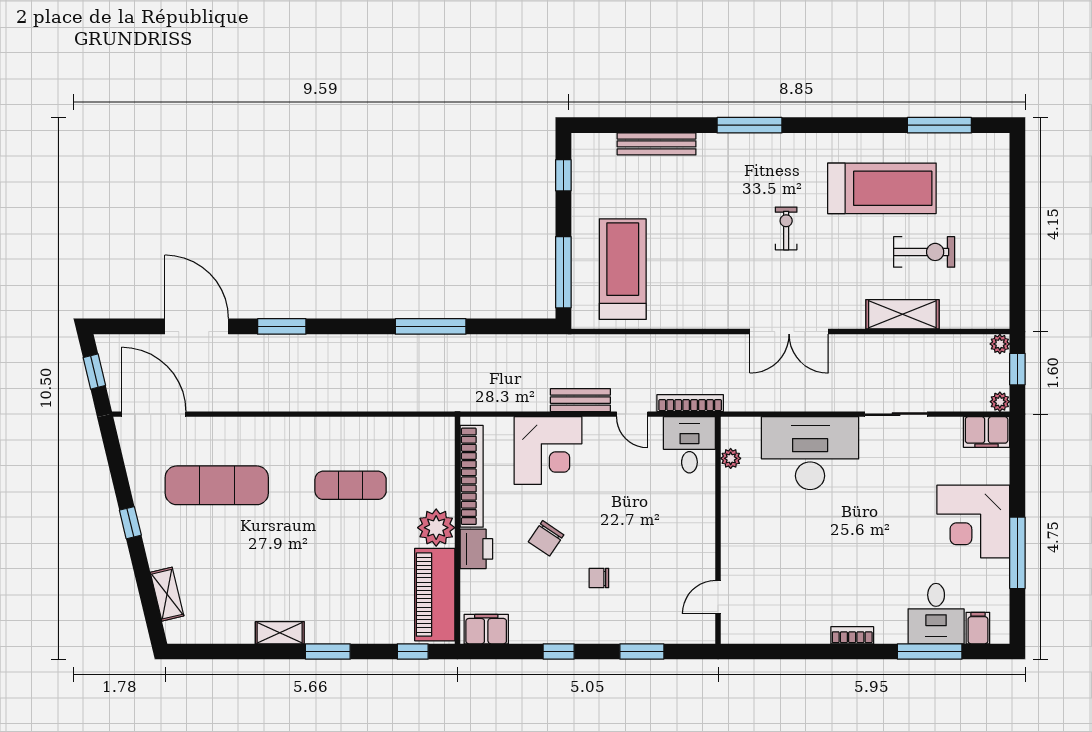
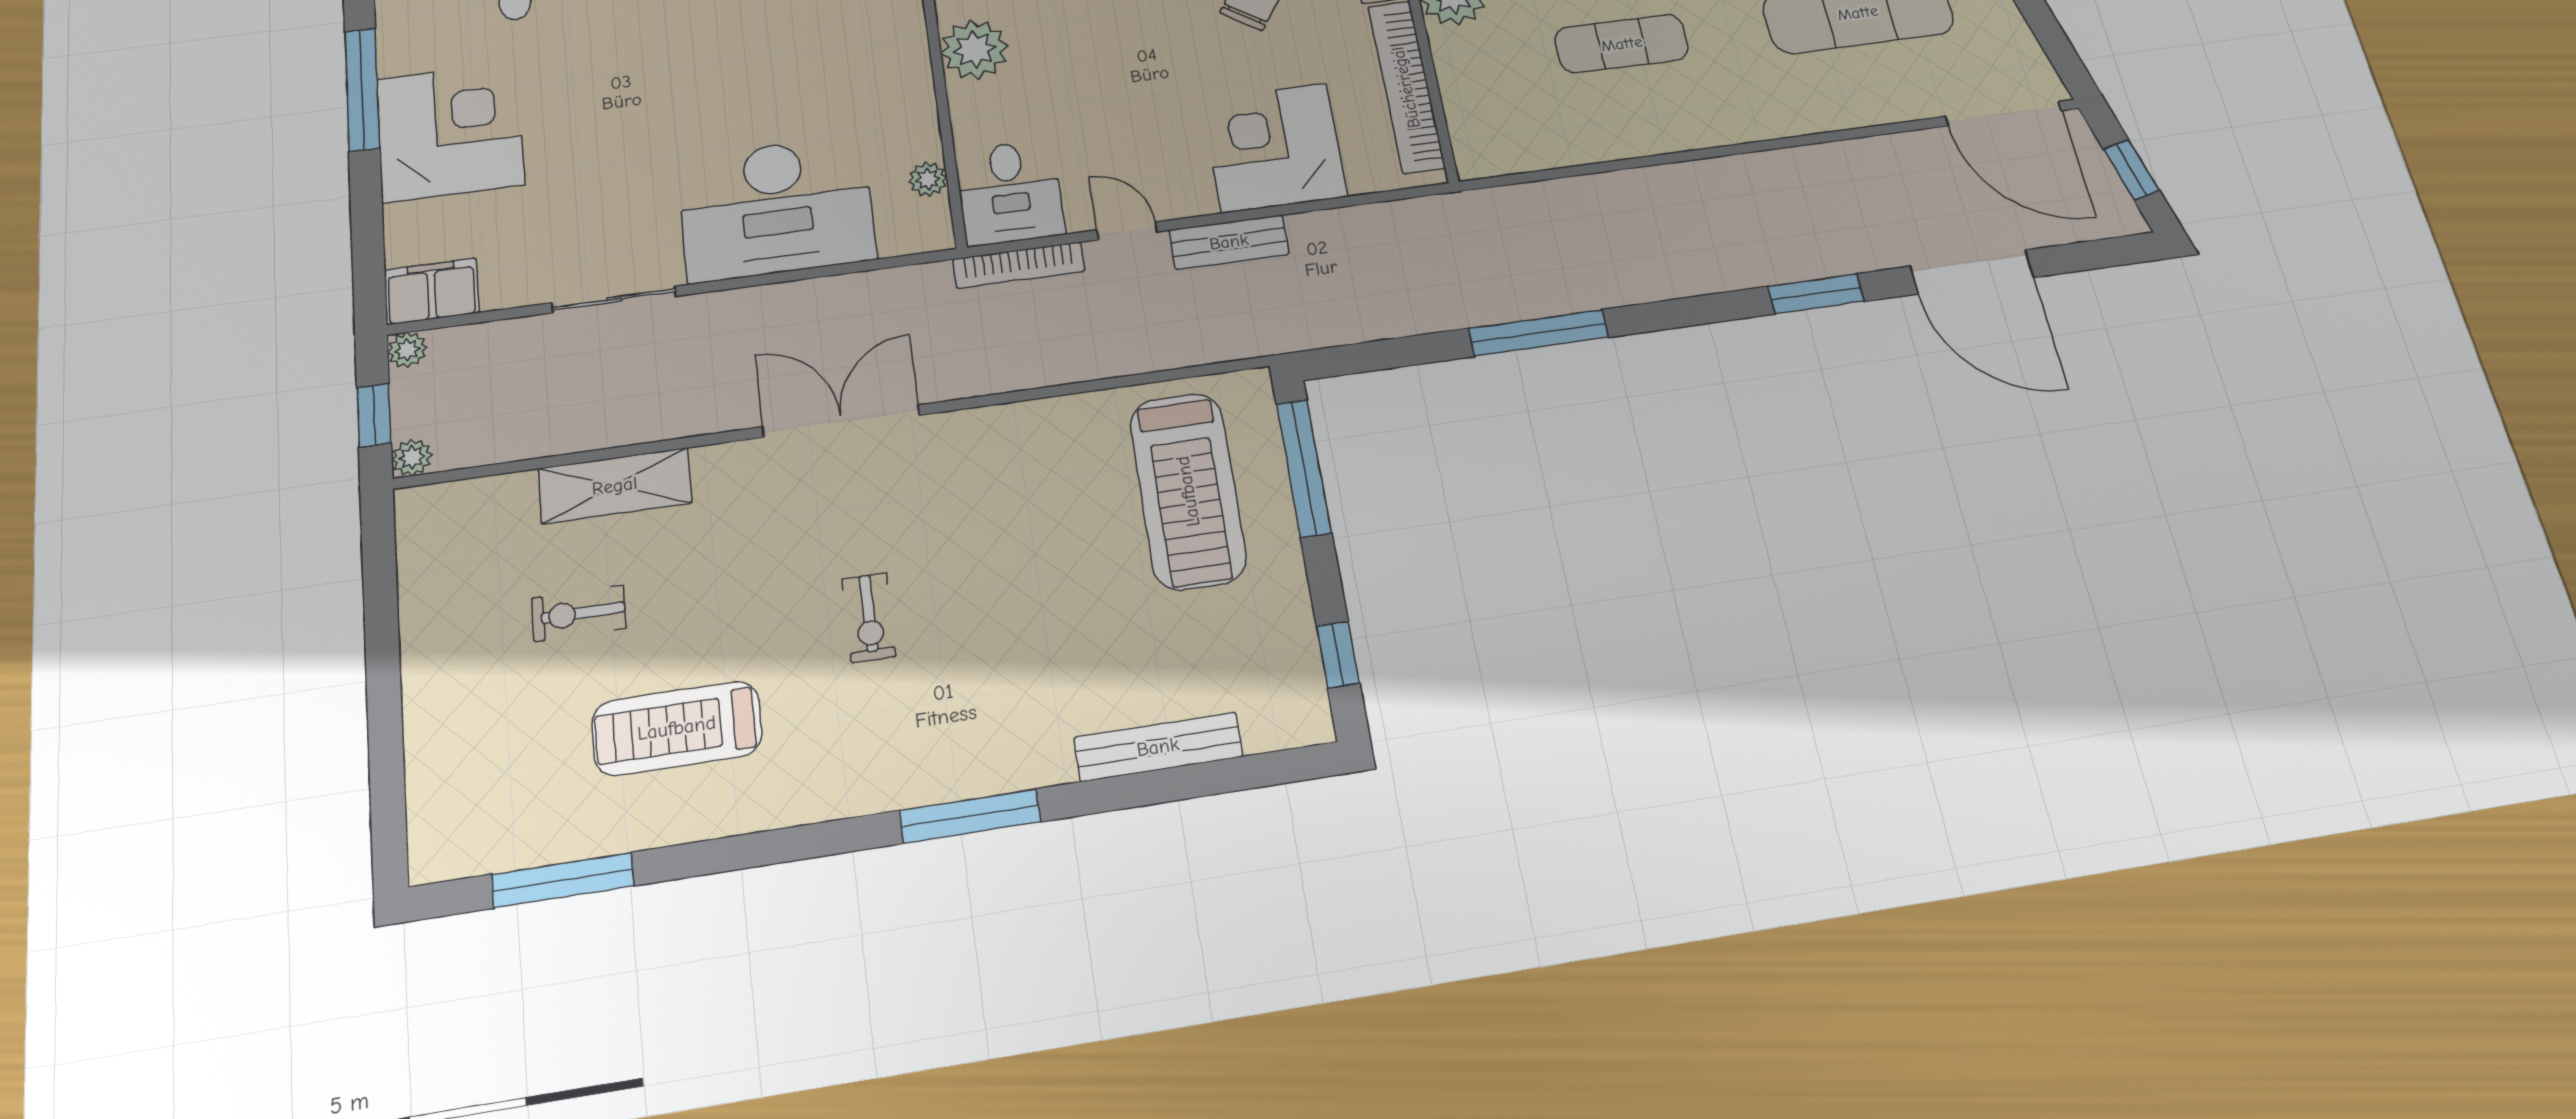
treadmill: (882, 188) -> (677, 728), width x0.73, depth x0.73
exercise bike: (924, 252) -> (579, 613), width x0.73, depth x0.72
plant: (697, 531) -> (974, 49), added

